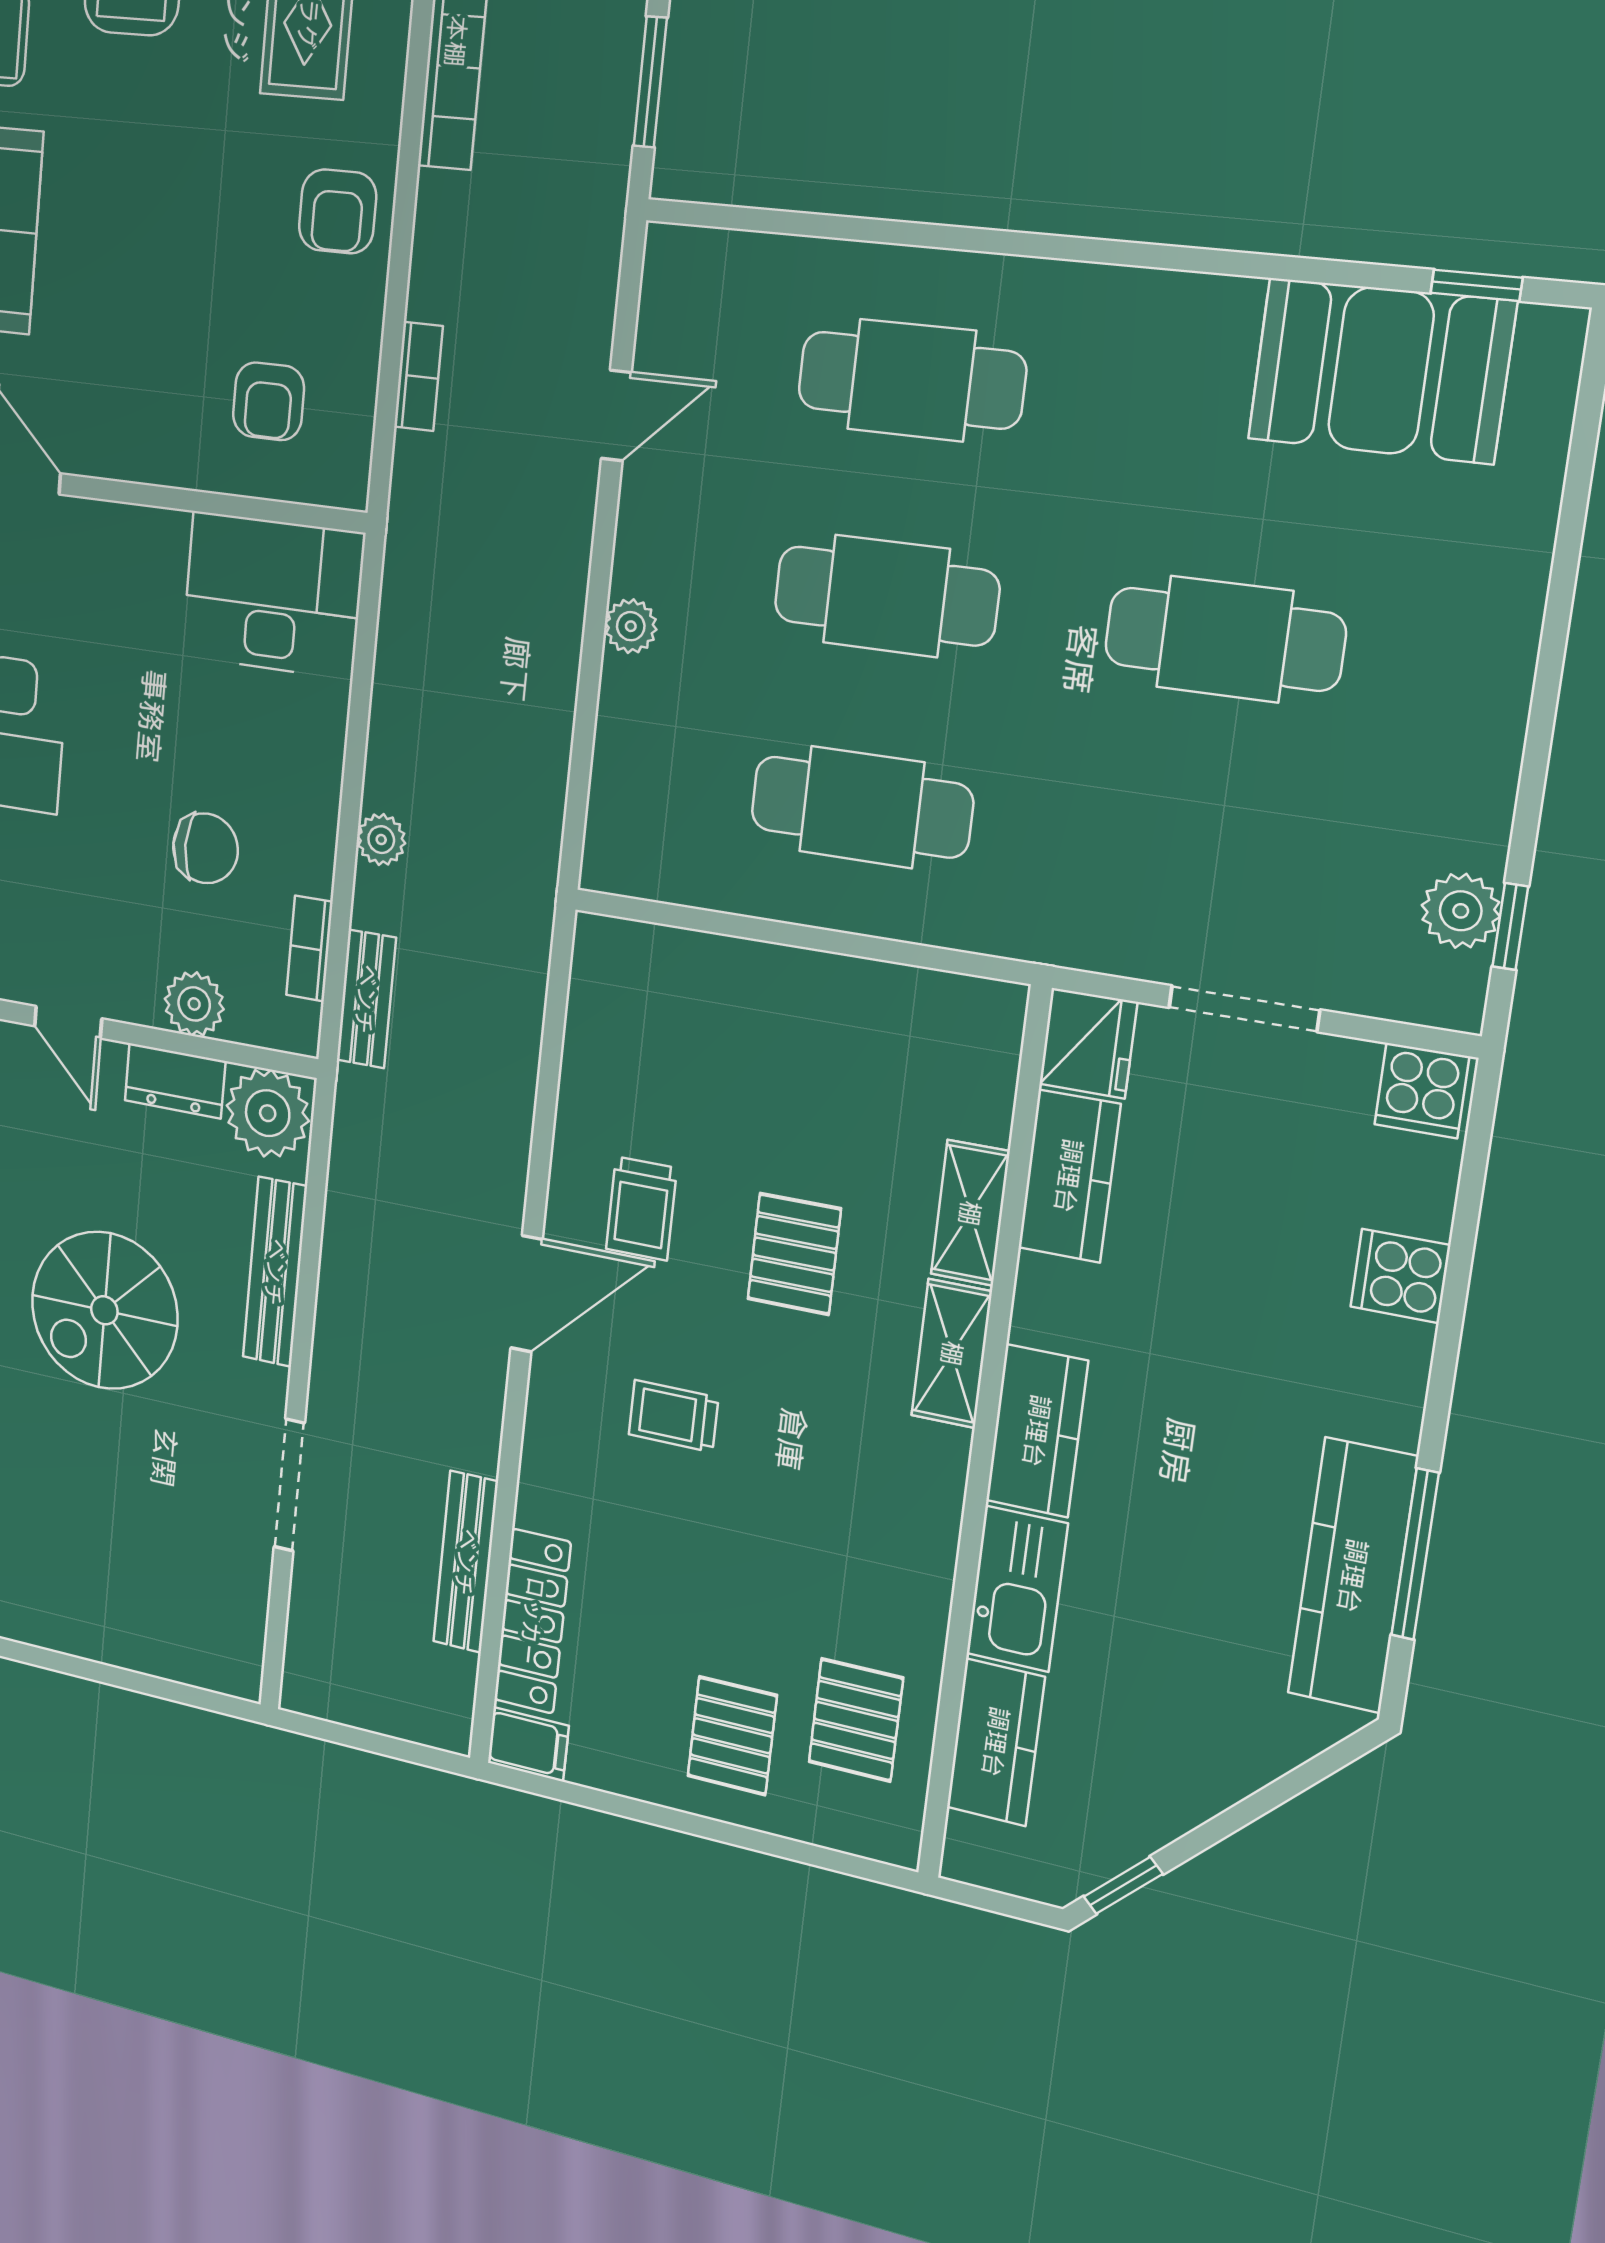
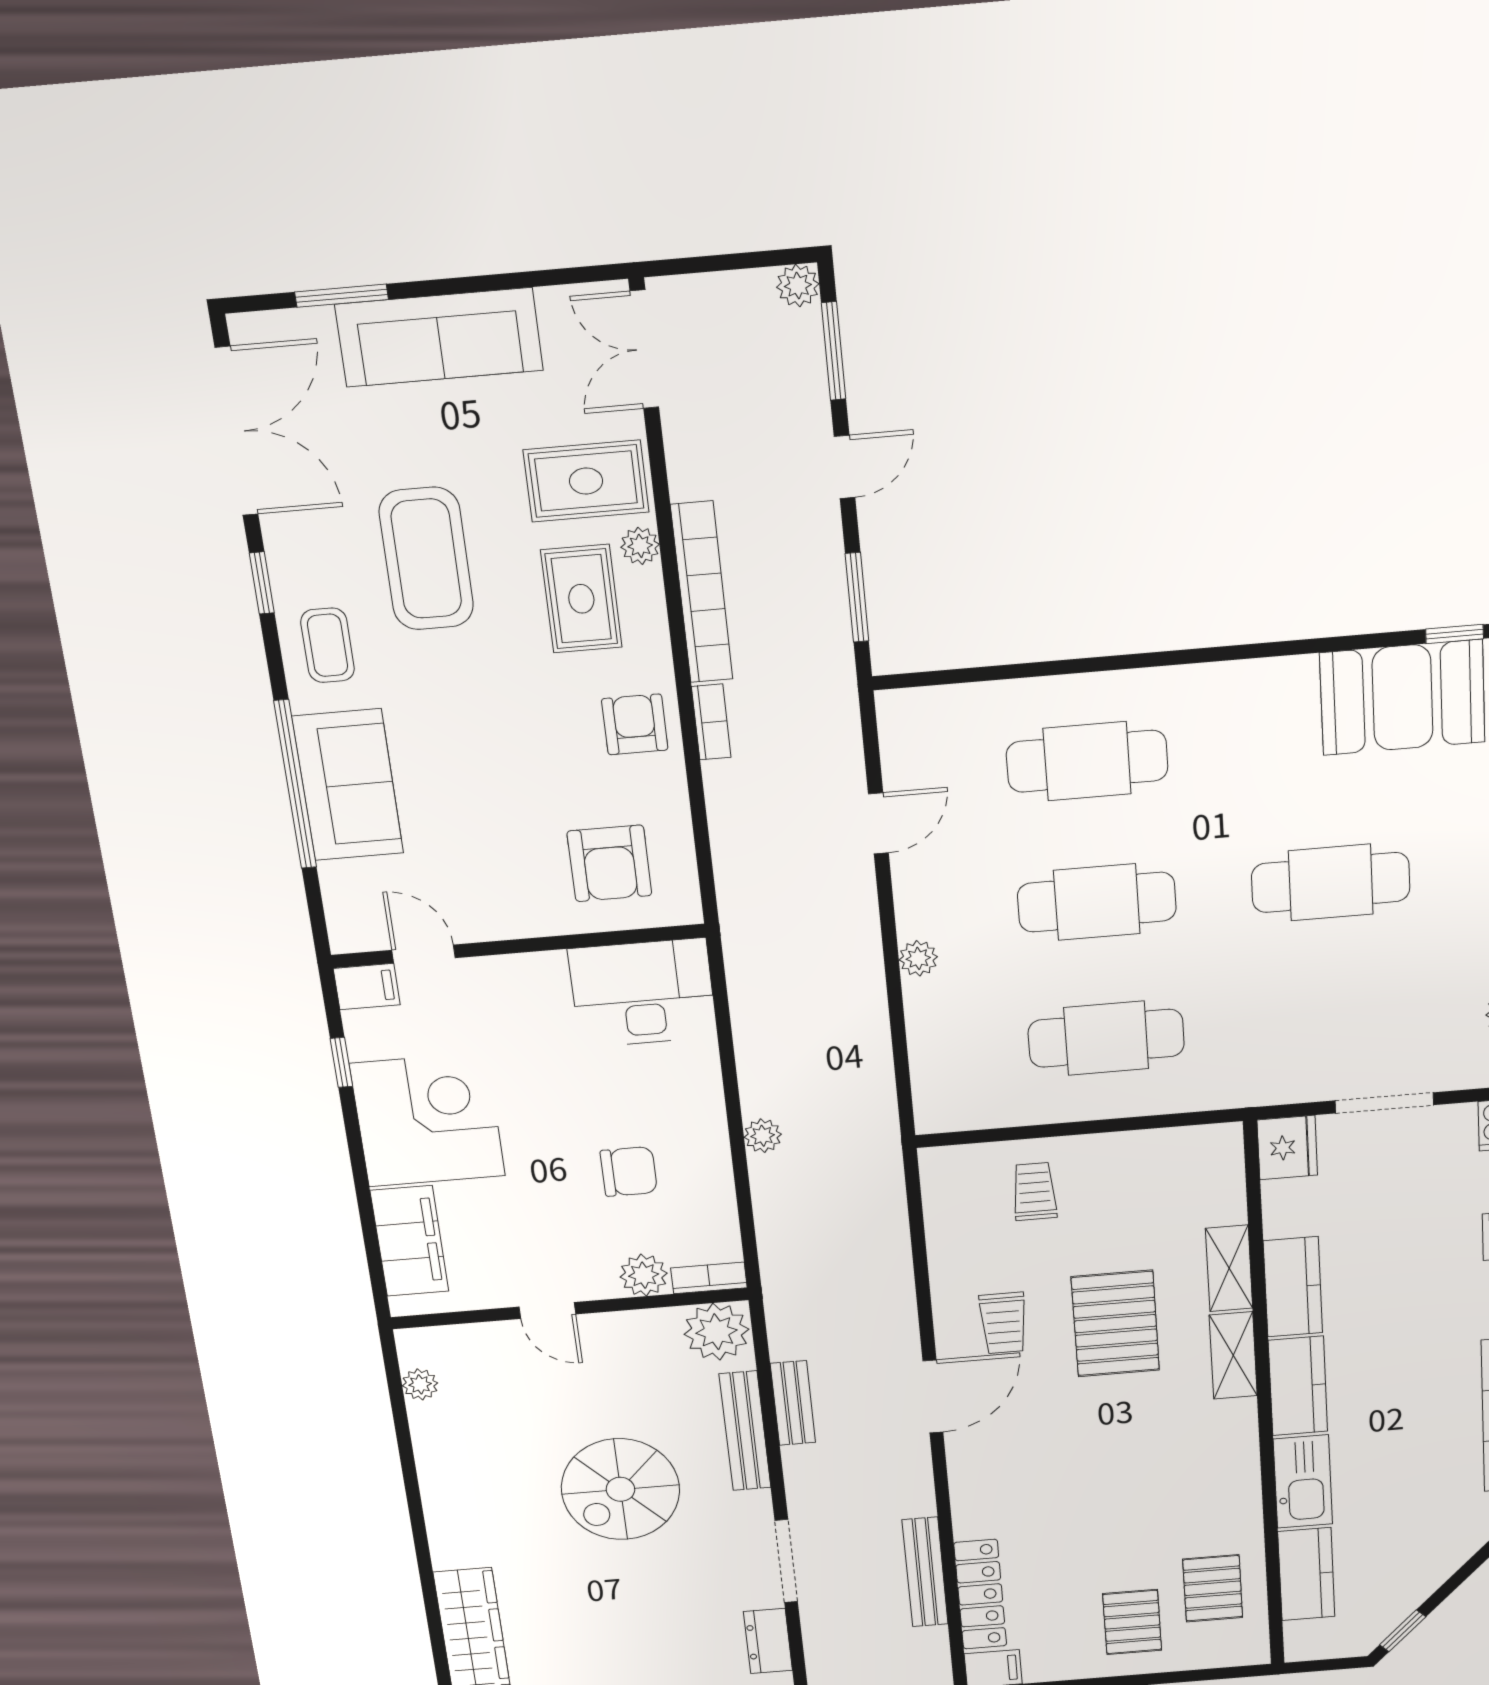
armchair: (338, 211) -> (635, 724), turned 180
bookcase: (418, 377) -> (711, 722), moved
armchair: (269, 401) -> (609, 863), width x1.38, depth x1.38
bookcase: (309, 949) -> (709, 1278), moved, turned 90
bench: (366, 999) -> (793, 1403), moved
dresser: (175, 1081) -> (768, 1641), moved, turned 90
kitchen counter: (1069, 1176) -> (1293, 1287), moved
pallet: (794, 1254) -> (1115, 1324), width x1.50, depth x1.42
trolley: (673, 1416) -> (1034, 1192), moved, turned 90

